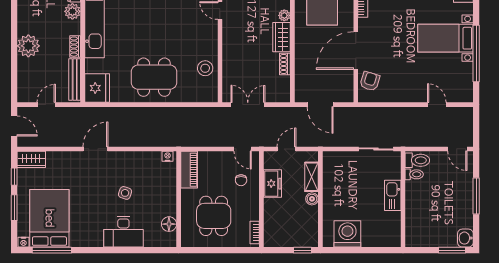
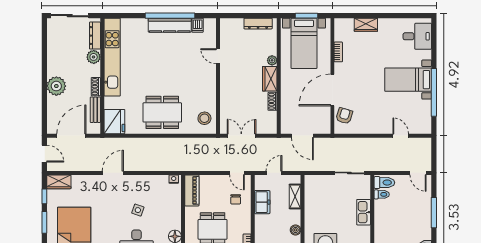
stool: (205, 68) -> (204, 118), moved
bench: (75, 80) -> (95, 110), width x0.73
door: (46, 105) -> (71, 136), width x1.88
boiler: (312, 199) -> (295, 230), moved

